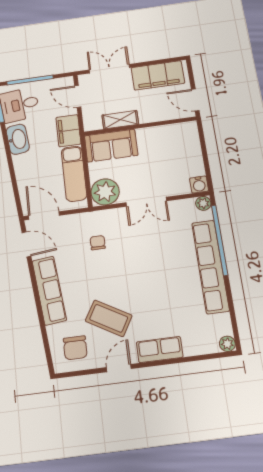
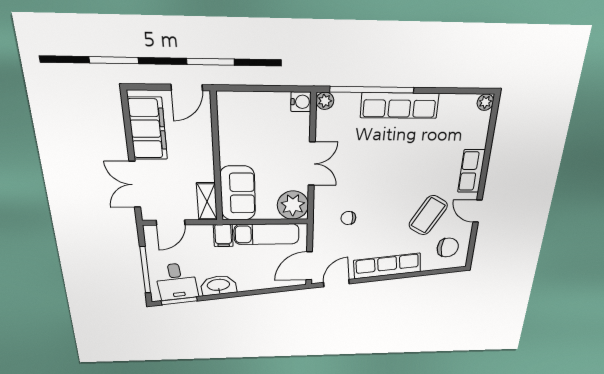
shelving: (120, 120) -> (207, 202), moved
filing cabinet: (68, 131) -> (223, 236), width x0.50
row of seats: (210, 266) -> (400, 106), width x0.73

